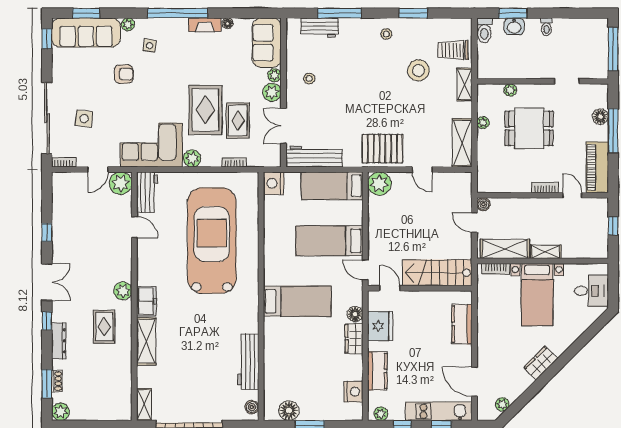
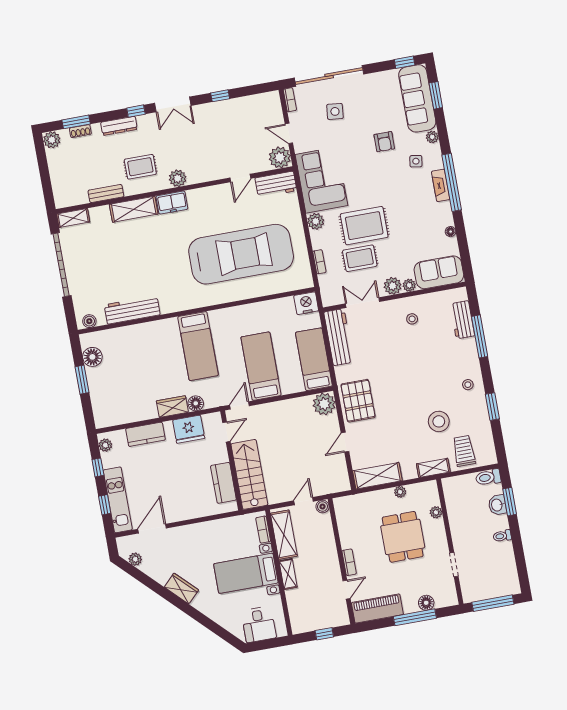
fireplace: (205, 25) -> (441, 185), moved
kitchen counter: (462, 324) -> (223, 483), moved, turned -90
bench: (125, 367) -> (106, 194), added
nightstand: (353, 392) -> (122, 415), removed

